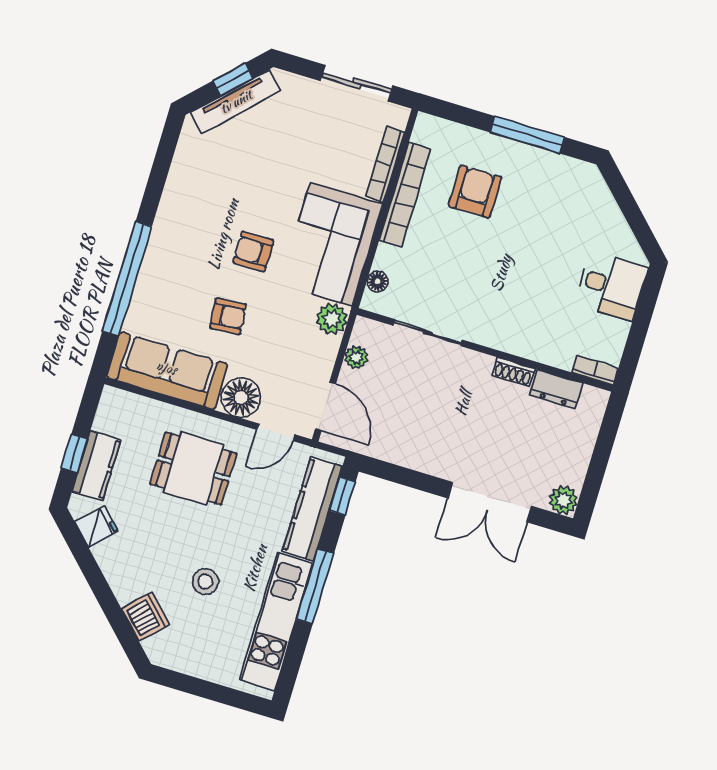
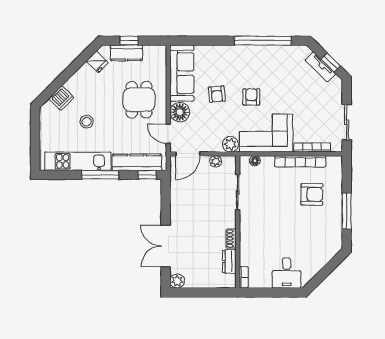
tv unit: (236, 102) -> (320, 67), width x0.71
window: (127, 279) -> (263, 41), moved

